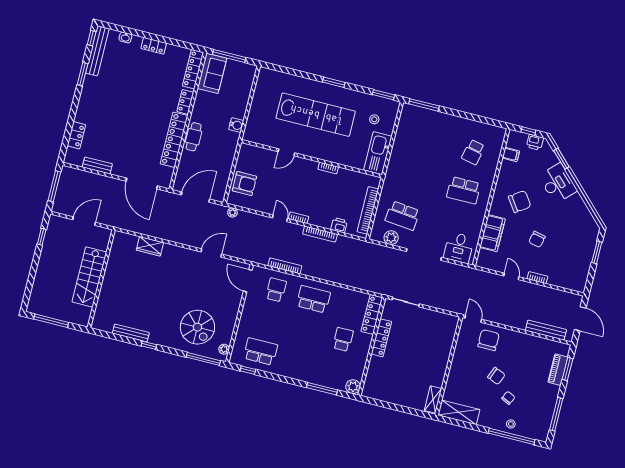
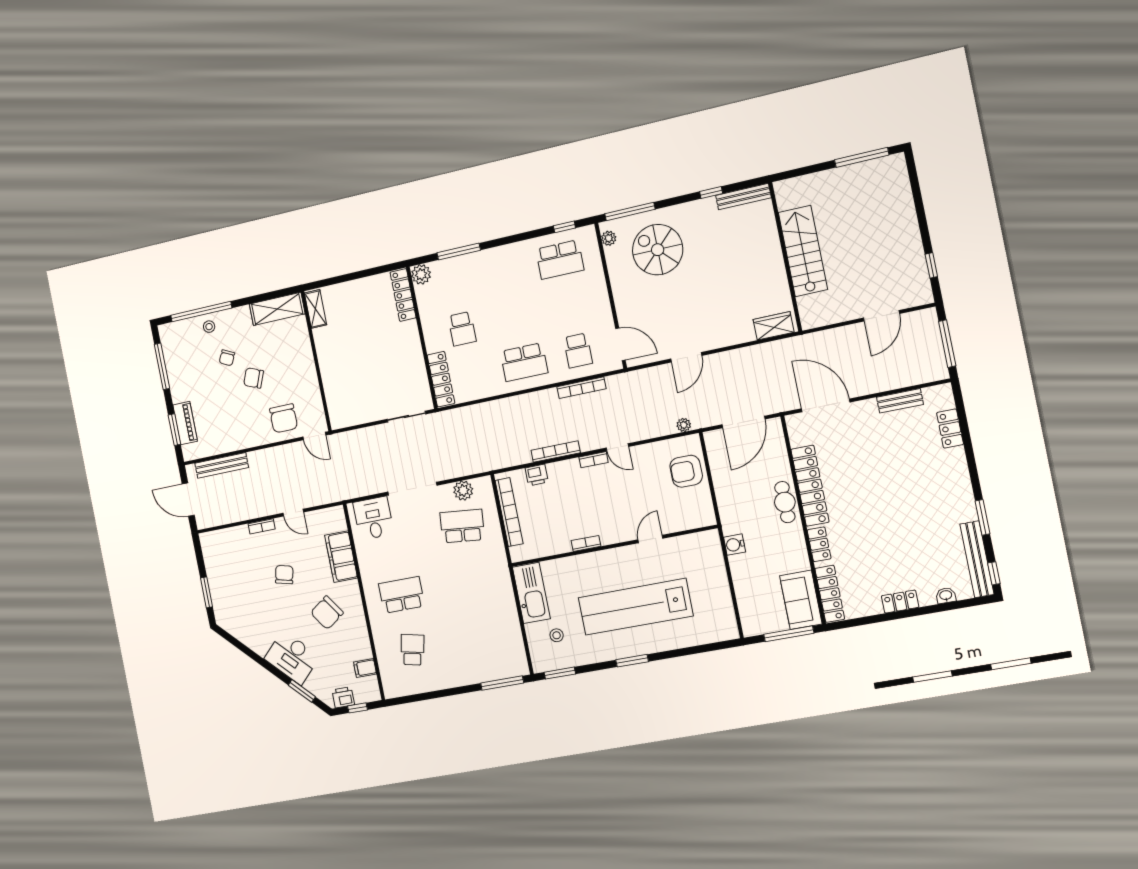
stairs: (89, 277) -> (803, 251), moved
wall: (101, 279) -> (785, 257), moved
locker: (381, 338) -> (403, 295), moved

